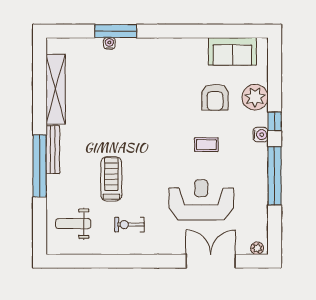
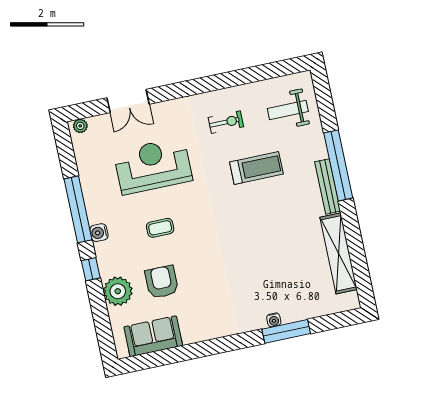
water cooler: (109, 43) -> (274, 320), moved
water cooler: (261, 135) -> (99, 233), moved
treadmill: (111, 179) -> (256, 168), turned -90
reception desk: (201, 200) -> (153, 166), turned 180
weight bench: (73, 224) -> (288, 110), turned 180
double door: (211, 261) -> (128, 101), width x0.73

